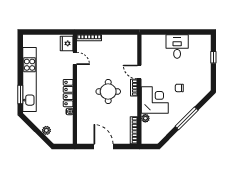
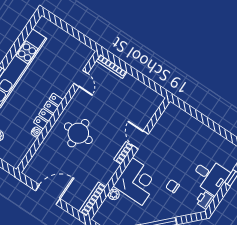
fridge: (67, 43) -> (83, 56), removed
desk: (177, 46) -> (210, 176), moved, turned 90
printer: (206, 83) -> (205, 200), added
round table: (108, 92) -> (78, 133), moved
door: (103, 147) -> (48, 195), hinge flipped

